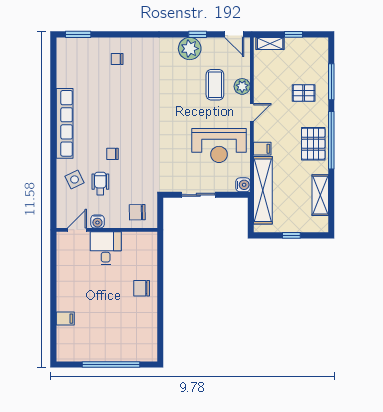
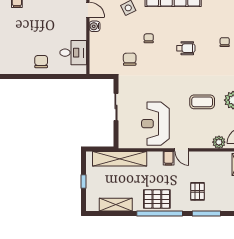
coffee table: (215, 85) -> (202, 102), moved
plant: (242, 86) -> (219, 142), moved
filing cabinet: (262, 149) -> (169, 158), moved
wheelchair: (100, 183) -> (186, 48), moved
water cooler: (243, 185) -> (124, 143), removed
chair: (137, 212) -> (130, 59), moved
desk: (106, 248) -> (73, 53), moved

